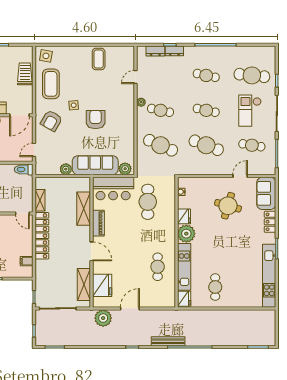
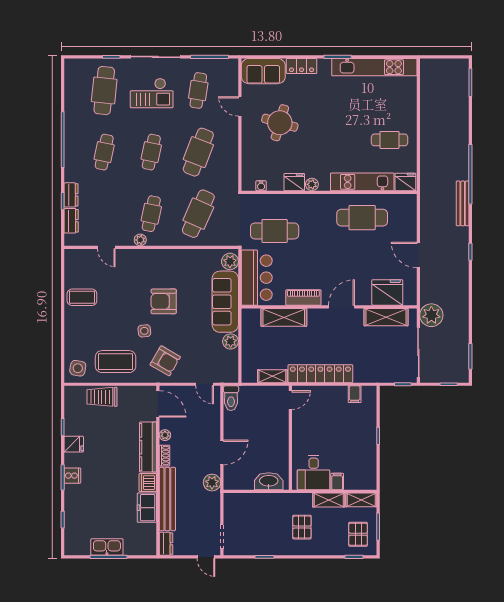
plant: (186, 234) -> (312, 184), width x0.53, depth x0.53
cafe table: (158, 267) -> (362, 218), width x1.37, depth x1.35
plant: (103, 318) -> (431, 315), moved

